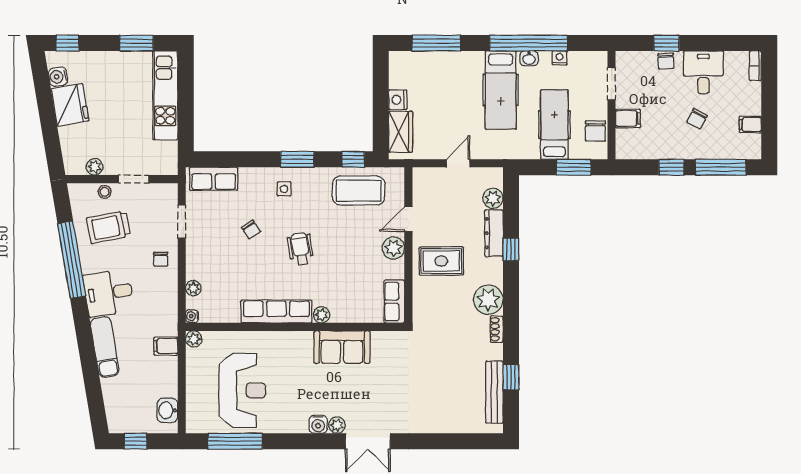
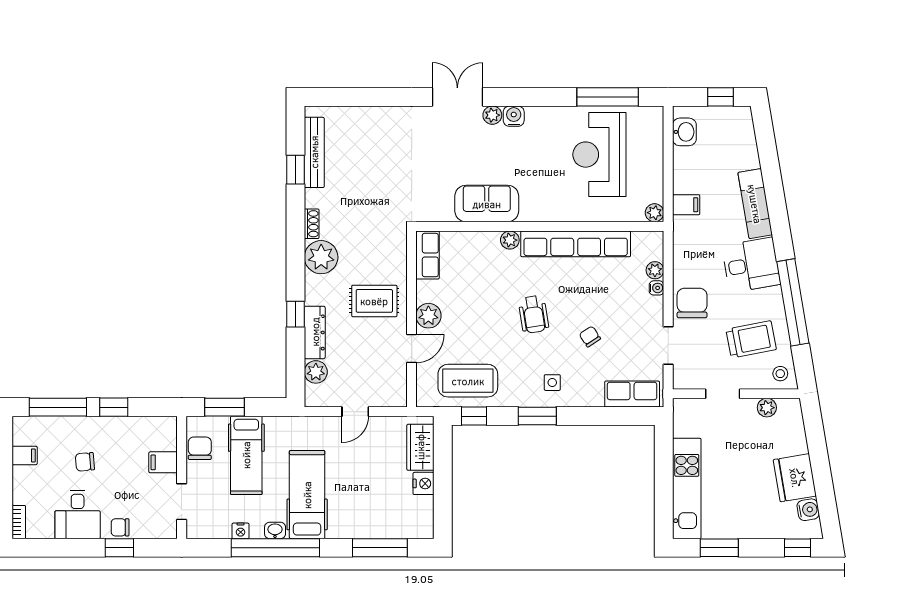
chair: (666, 61) -> (120, 527), turned -87
chair: (697, 119) -> (85, 462), turned -123
stool: (105, 192) -> (780, 374), moved
chair: (161, 259) -> (692, 303), width x1.87, depth x1.87
row of seats: (276, 311) -> (576, 244), width x1.36
water cooler: (192, 316) -> (656, 288), moved

